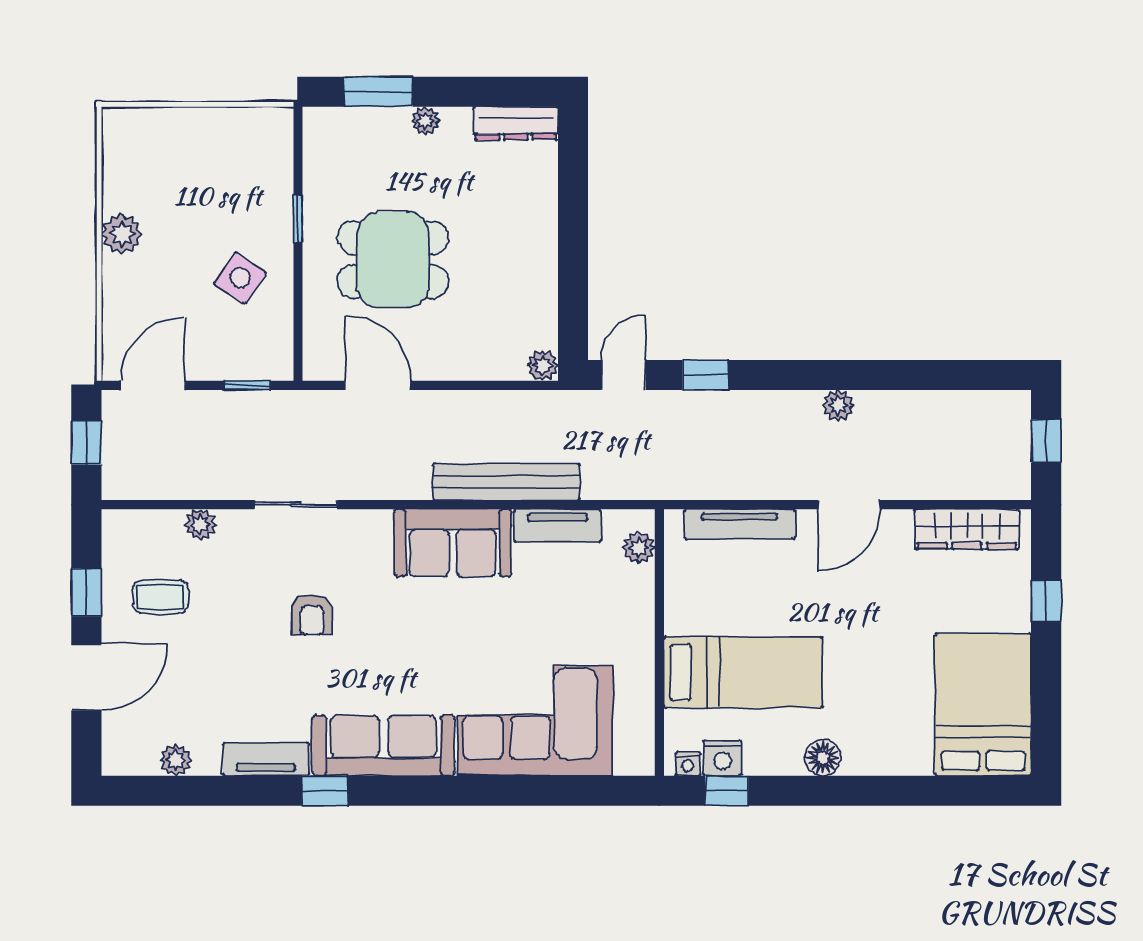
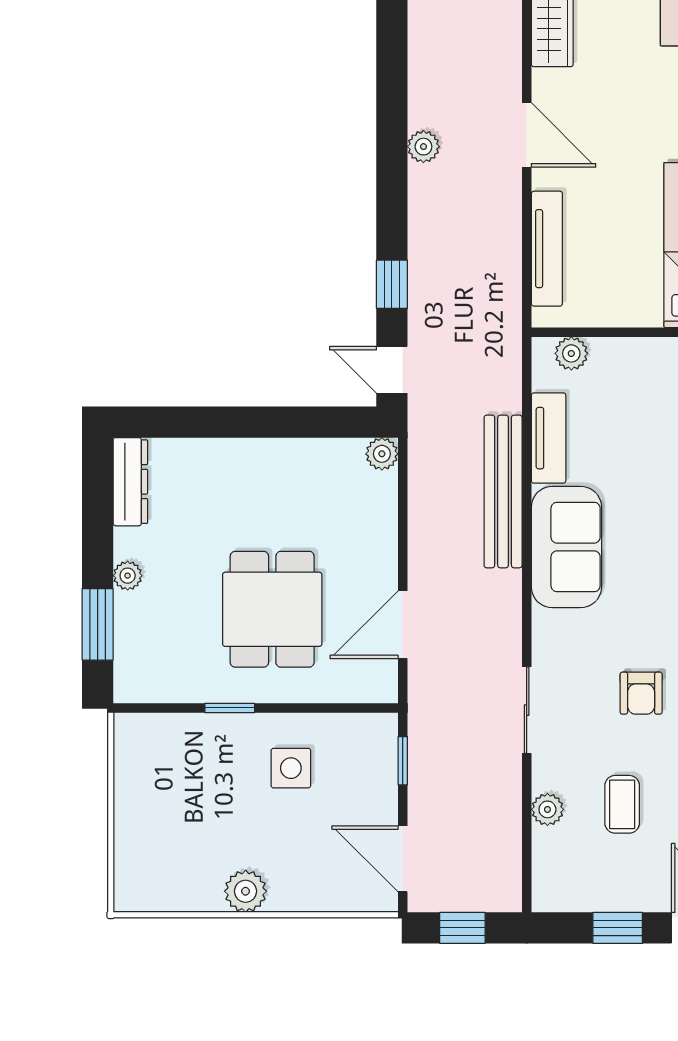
side table: (240, 278) -> (291, 768), turned -35
coffee table: (161, 597) -> (622, 804), moved
armchair: (312, 615) -> (641, 693), turned 90

